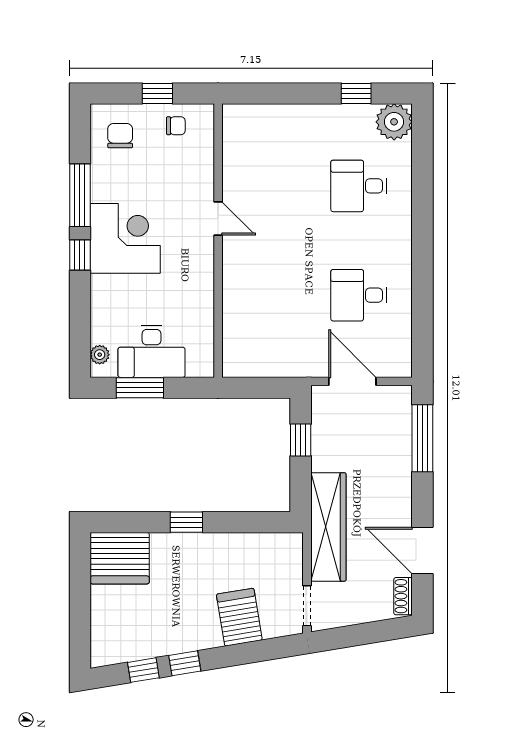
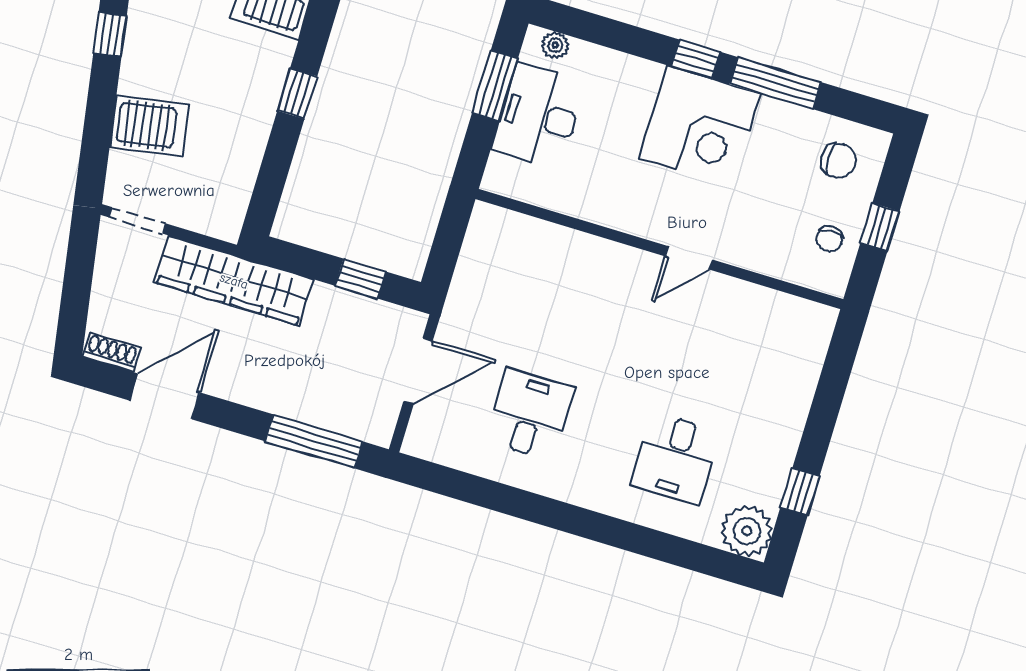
desk: (359, 186) -> (676, 458), turned 180

